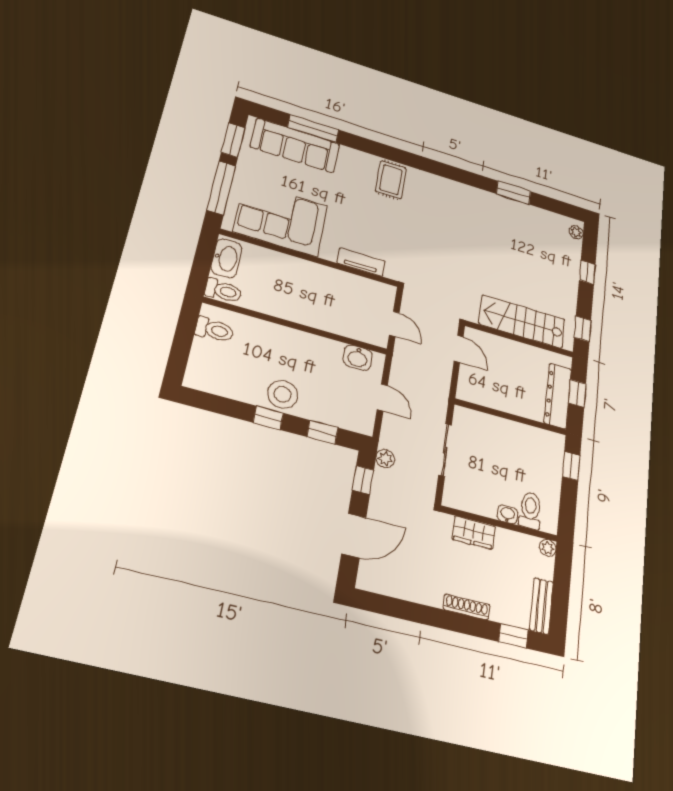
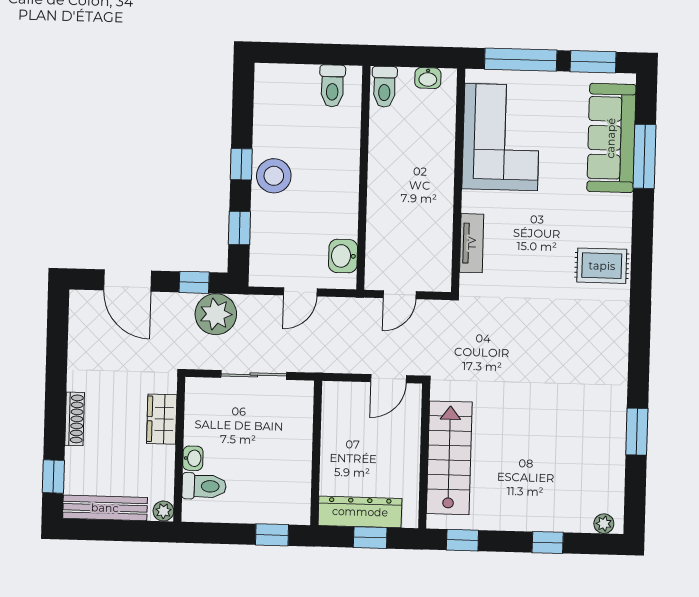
washbasin: (226, 258) -> (428, 78), width x0.52, depth x0.69
plant: (385, 459) -> (216, 314), width x1.87, depth x1.87
bench: (541, 606) -> (105, 508), width x1.36

